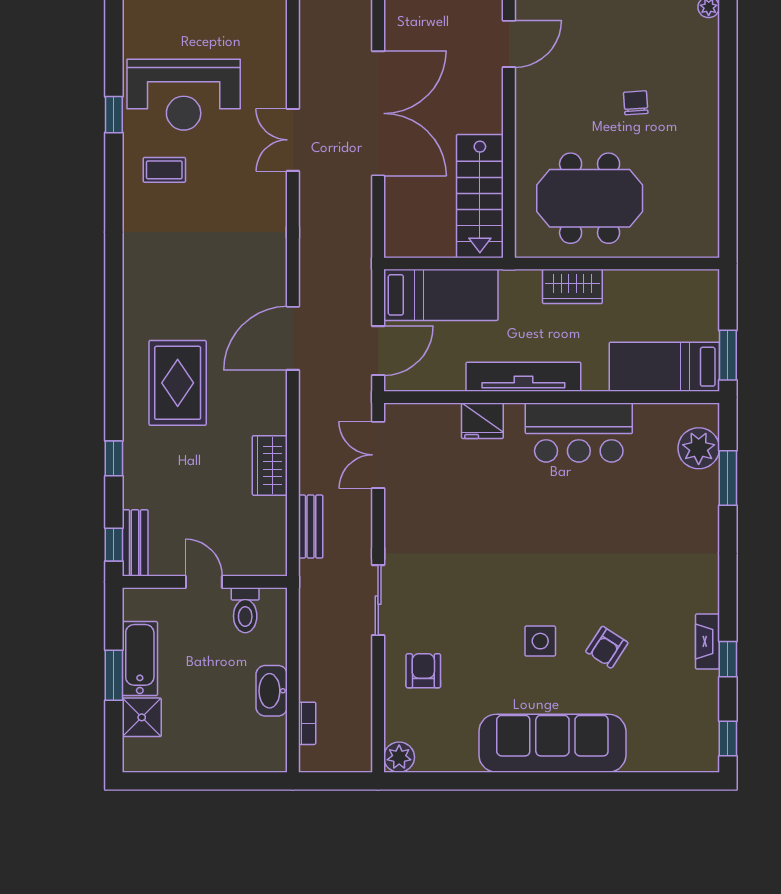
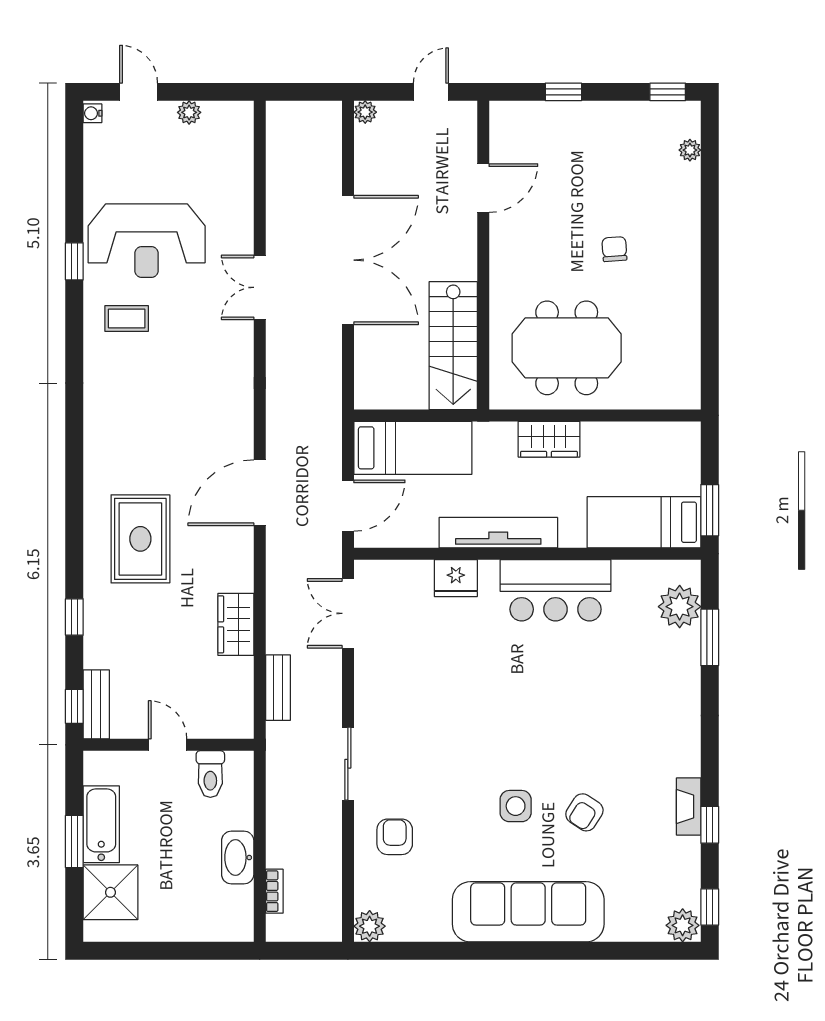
shower: (142, 717) -> (110, 892), width x1.36, depth x1.36
plant: (702, 756) -> (683, 925), added

